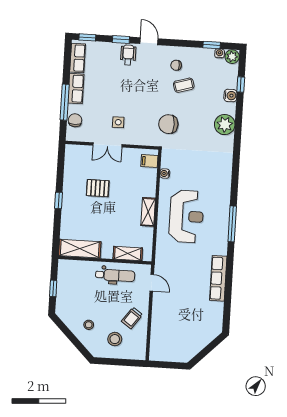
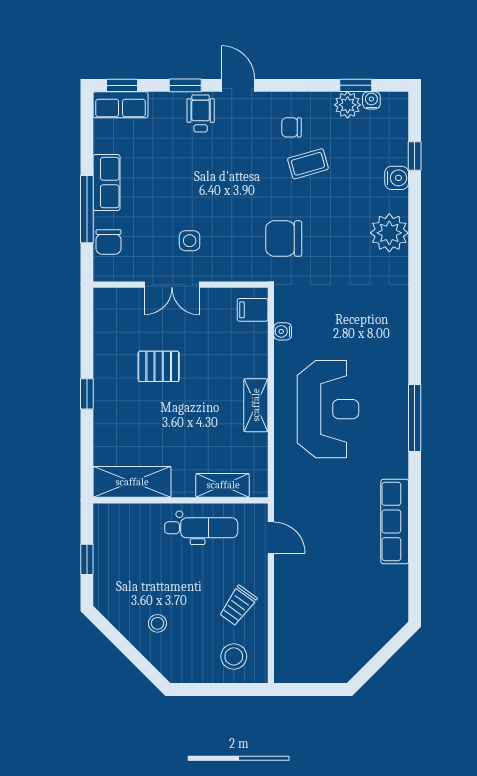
plant: (232, 57) -> (348, 105), moved
row of seats: (78, 58) -> (121, 105), moved, turned 90
chair: (75, 120) -> (108, 242), turned 180
stool: (115, 339) -> (234, 656), moved

